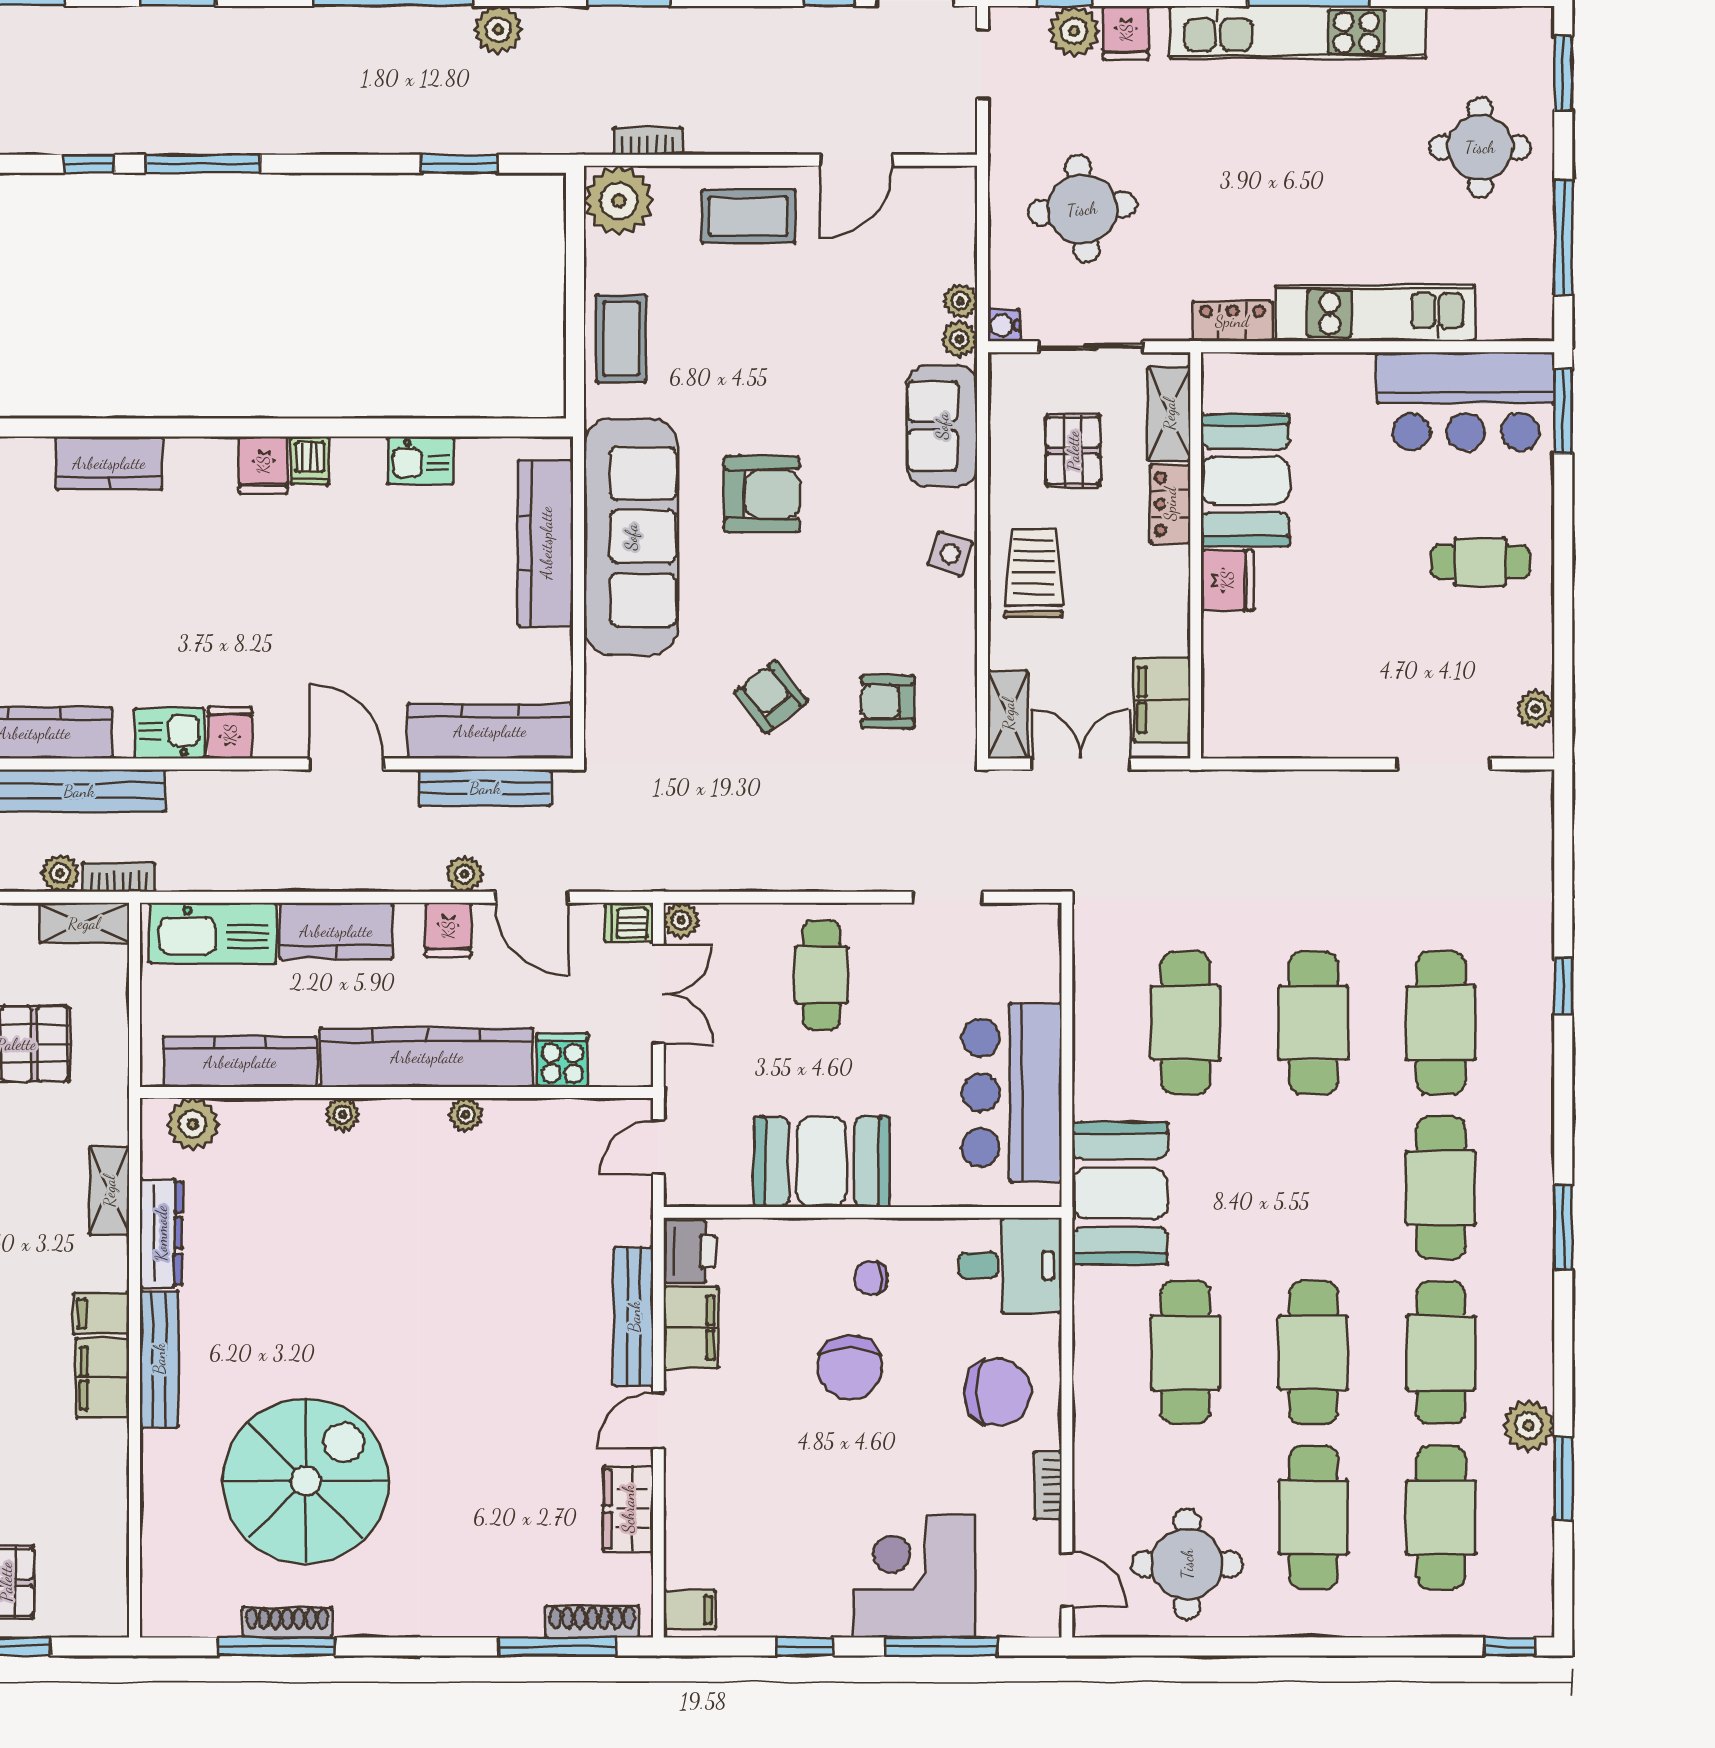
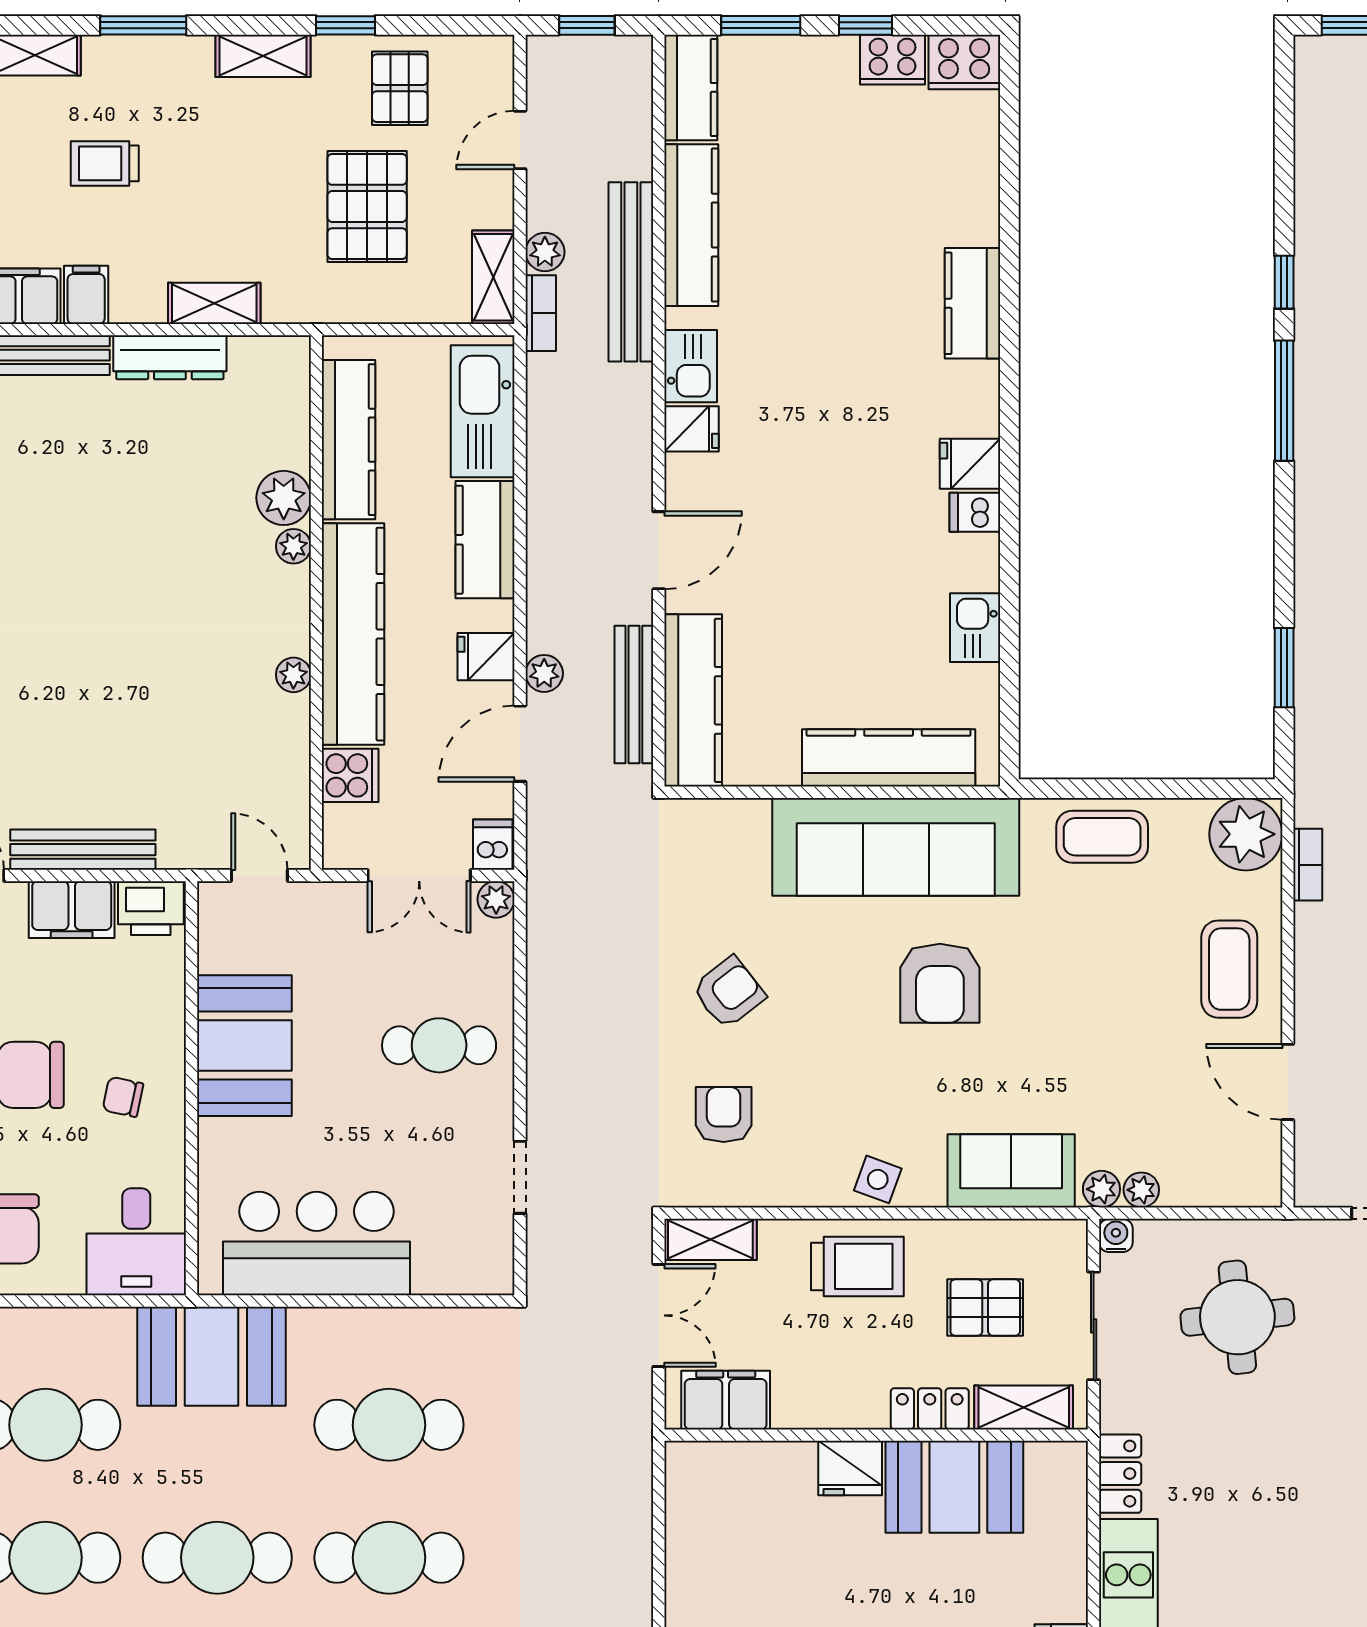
plant: (193, 1124) -> (284, 498), moved
cafe table: (1313, 1188) -> (217, 1558), added
chair: (871, 1278) -> (123, 1097), turned -78

